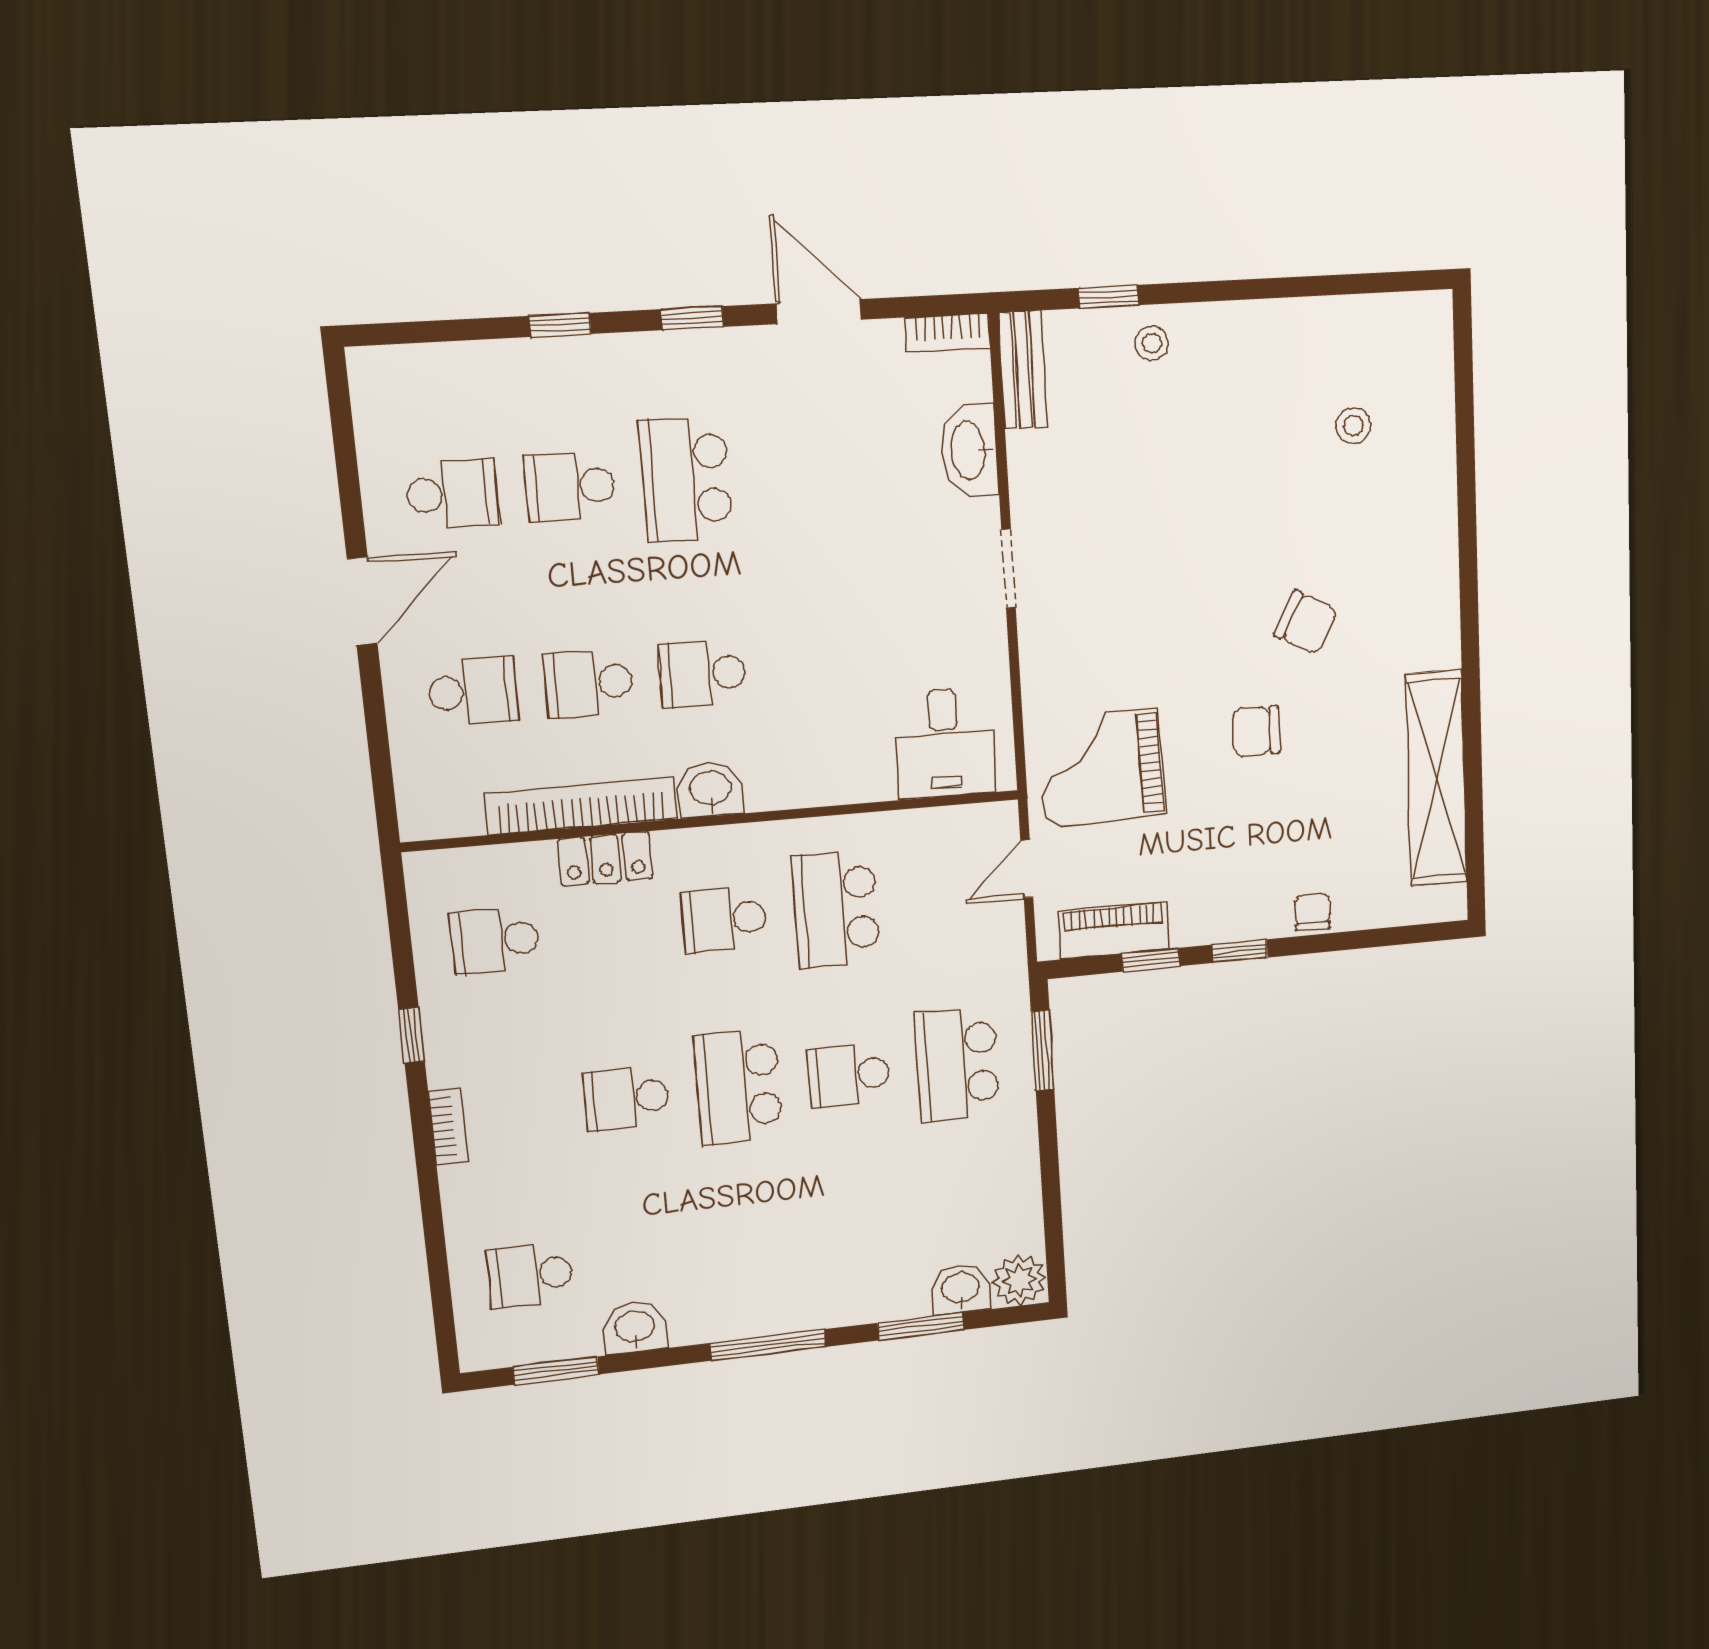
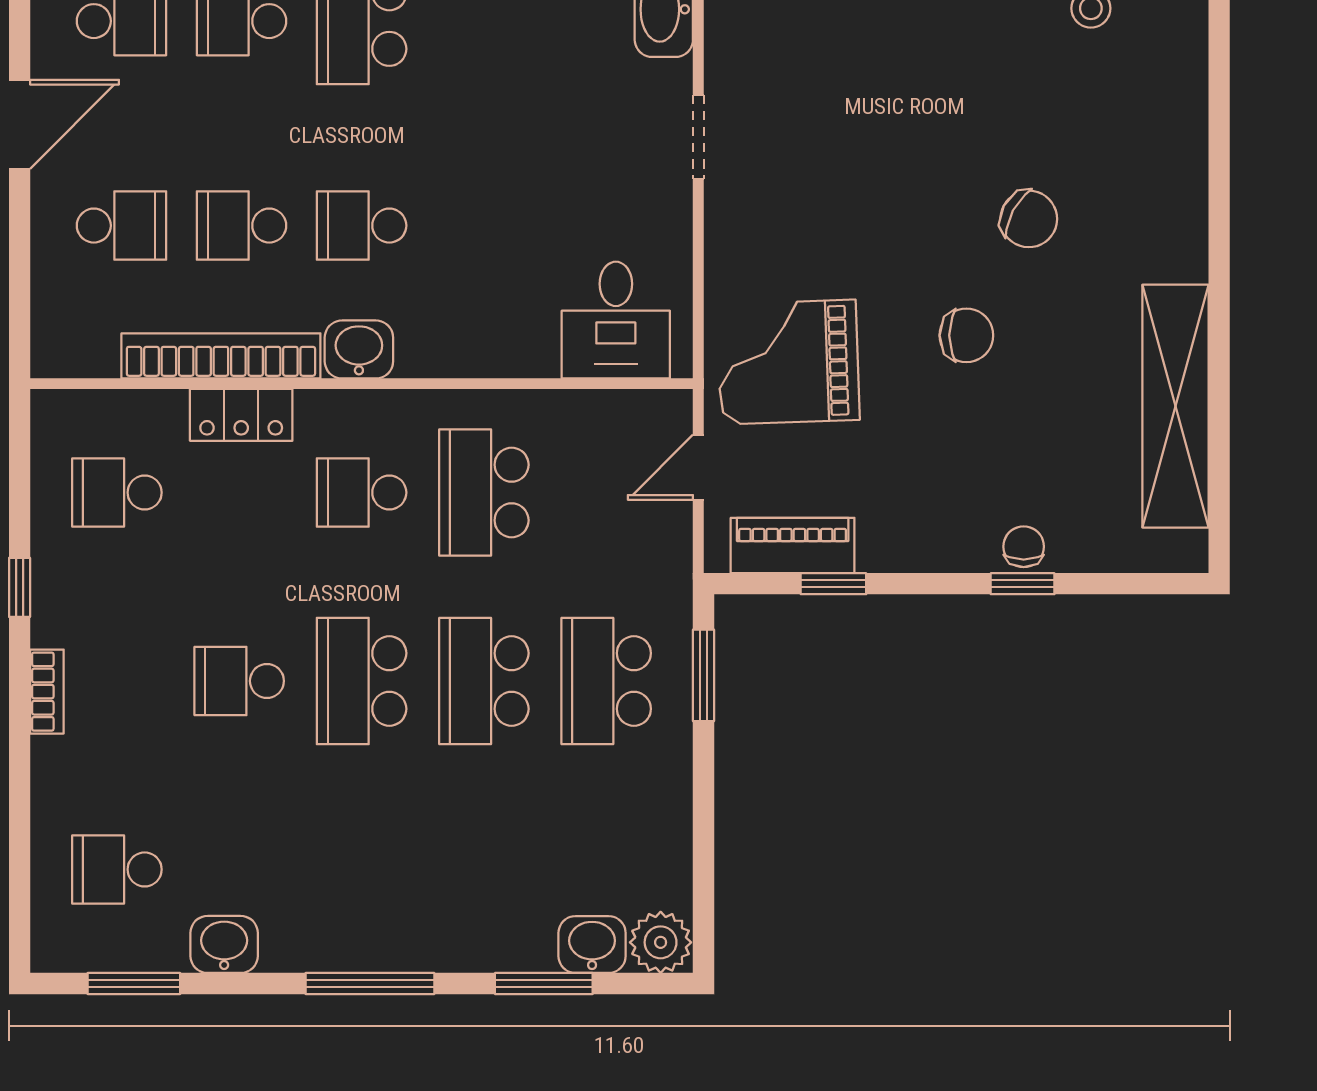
chair: (1256, 731) -> (966, 335), turned 180
window: (1240, 951) -> (1023, 584), moved
school desk: (849, 1075) -> (484, 681), width x1.85

